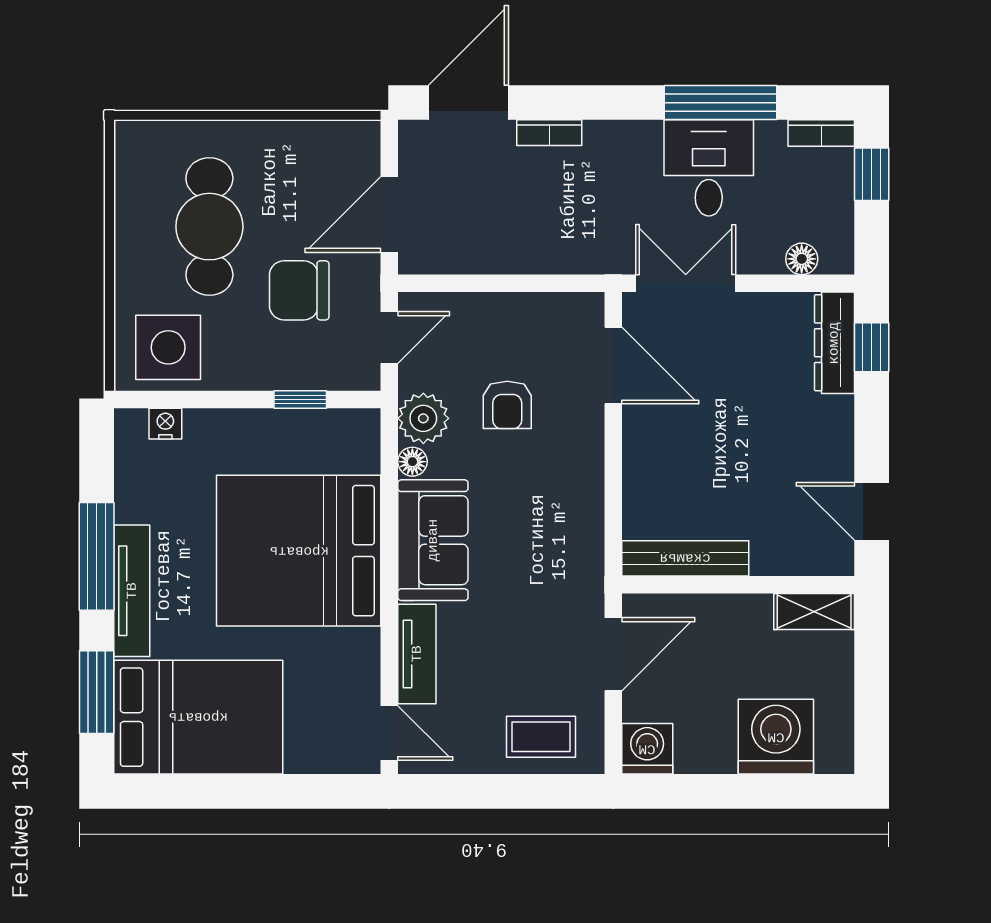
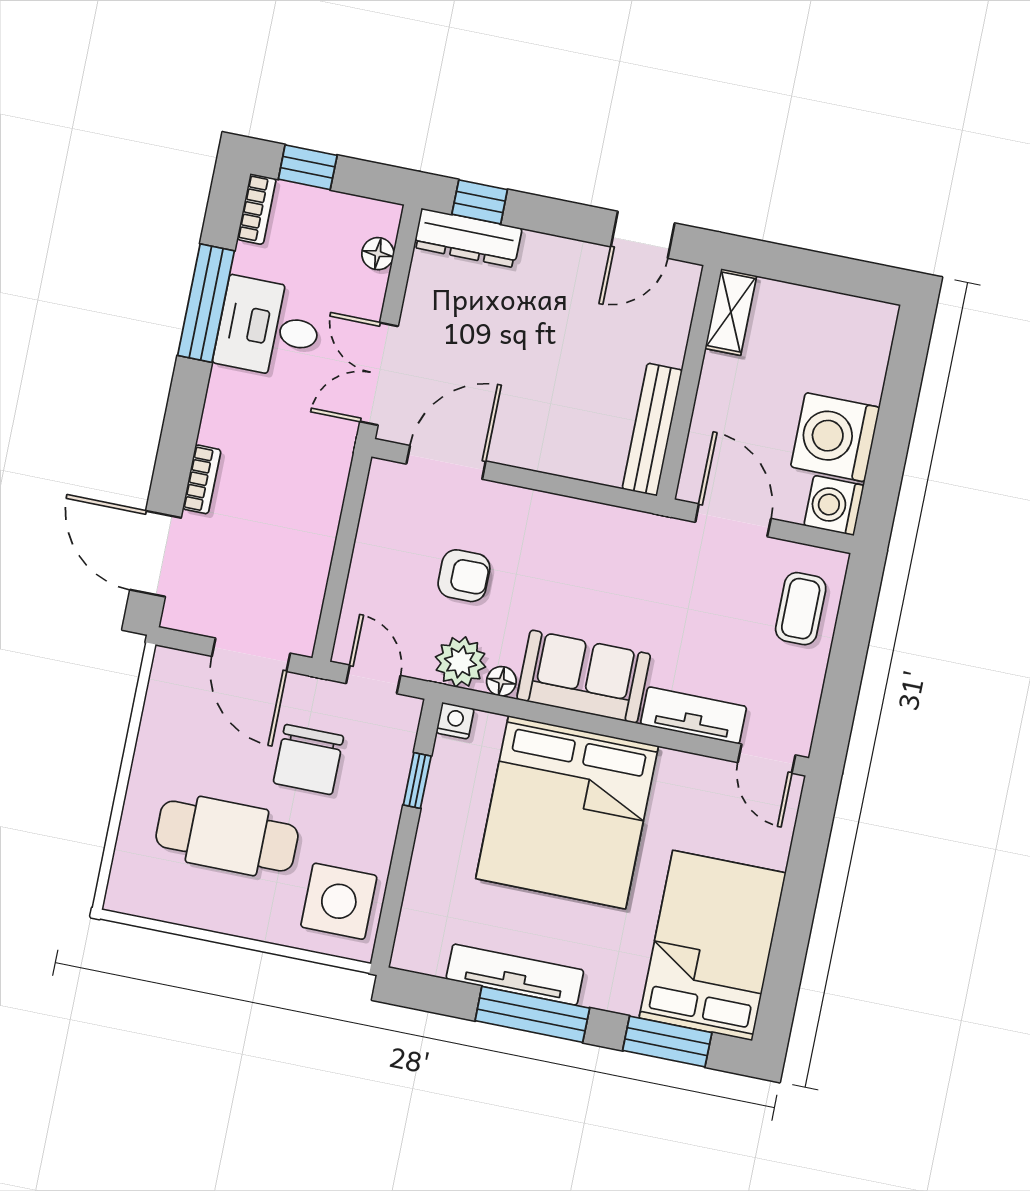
nightstand: (165, 424) -> (455, 721), moved, turned 90
tv unit: (132, 591) -> (515, 975), moved
door: (389, 733) -> (767, 759), swing flipped
washing machine: (776, 737) -> (835, 437), moved

